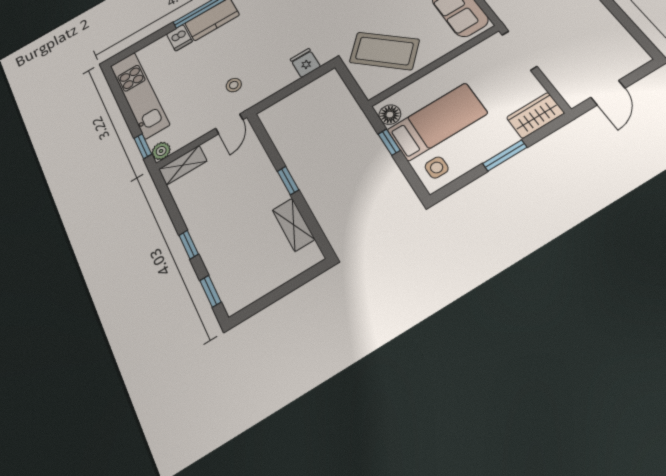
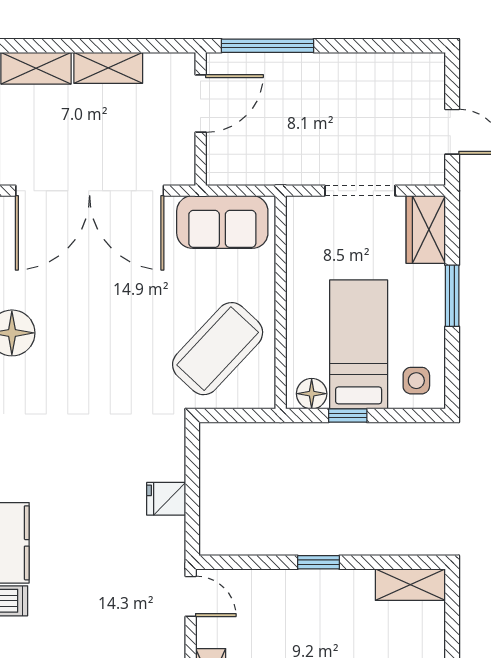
doorway: (519, 51) -> (360, 191), moved
fridge: (305, 63) -> (166, 499), moved
stool: (234, 85) -> (136, 563), removed
shelving: (293, 225) -> (410, 585), moved

